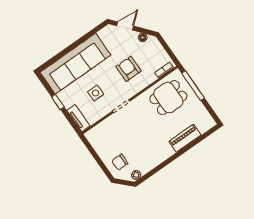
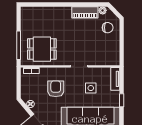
armchair: (129, 69) -> (56, 89), turned 180
piano: (185, 138) -> (85, 12), moved

